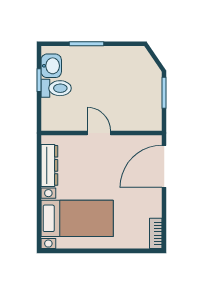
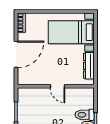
door: (164, 166) -> (16, 54), moved

